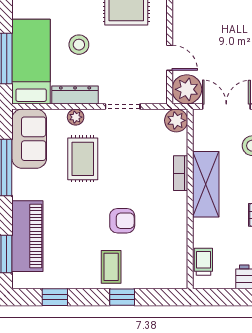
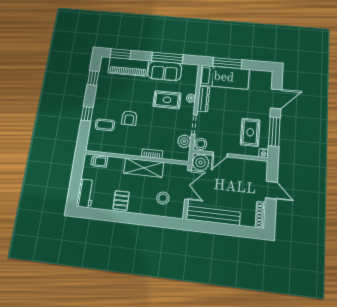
stool: (79, 45) -> (201, 144), moved
plant: (176, 120) -> (184, 141), moved
sofa: (29, 139) -> (165, 71), moved
coffee table: (111, 267) -> (105, 125), moved

